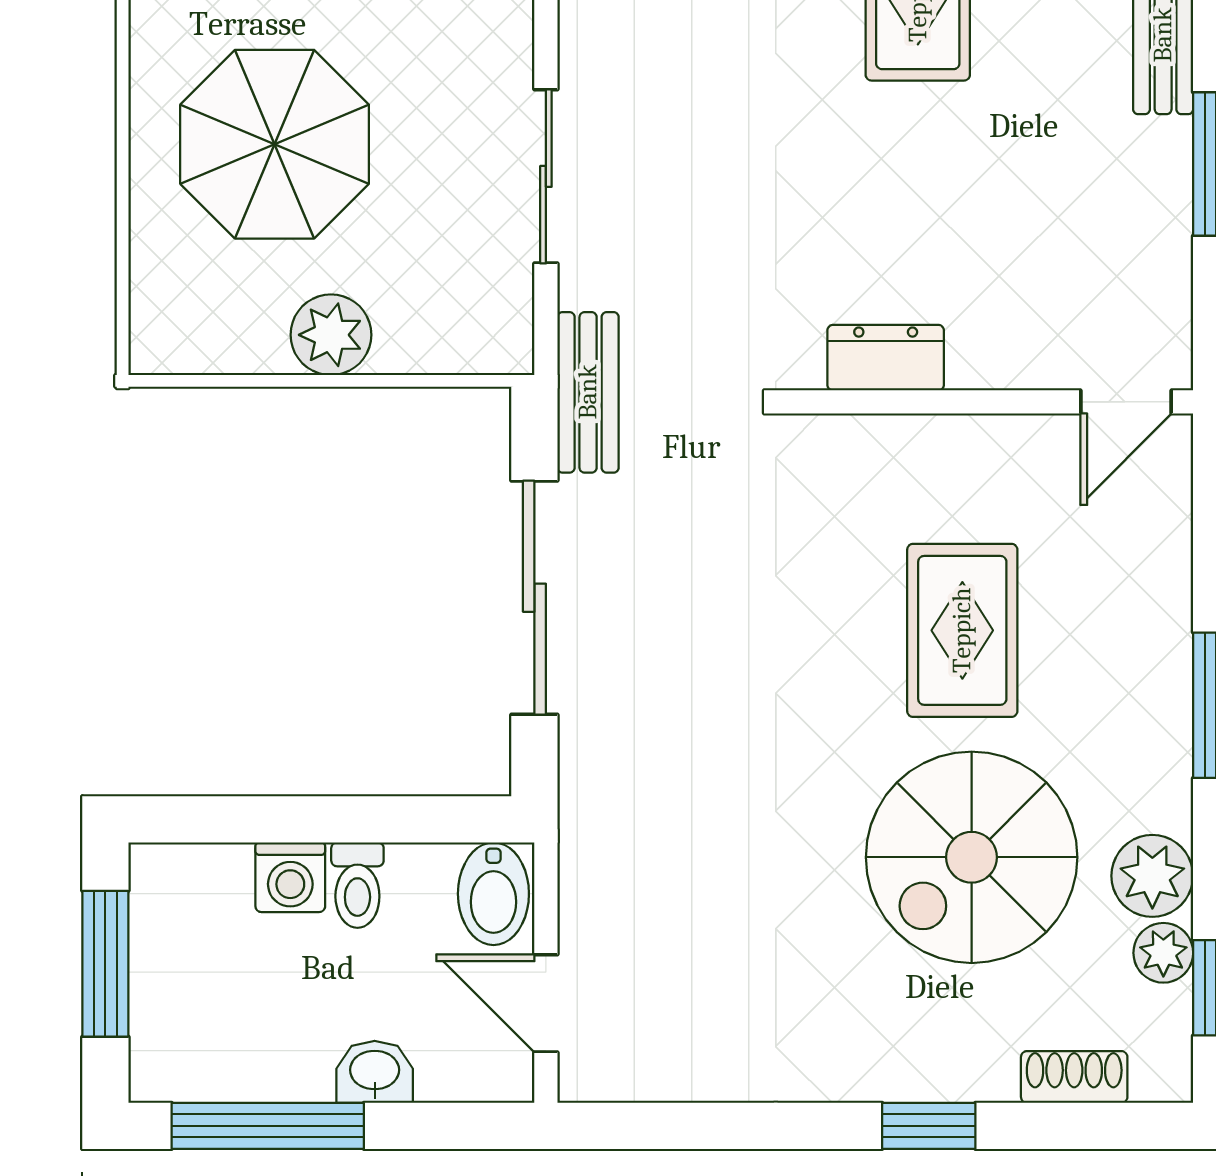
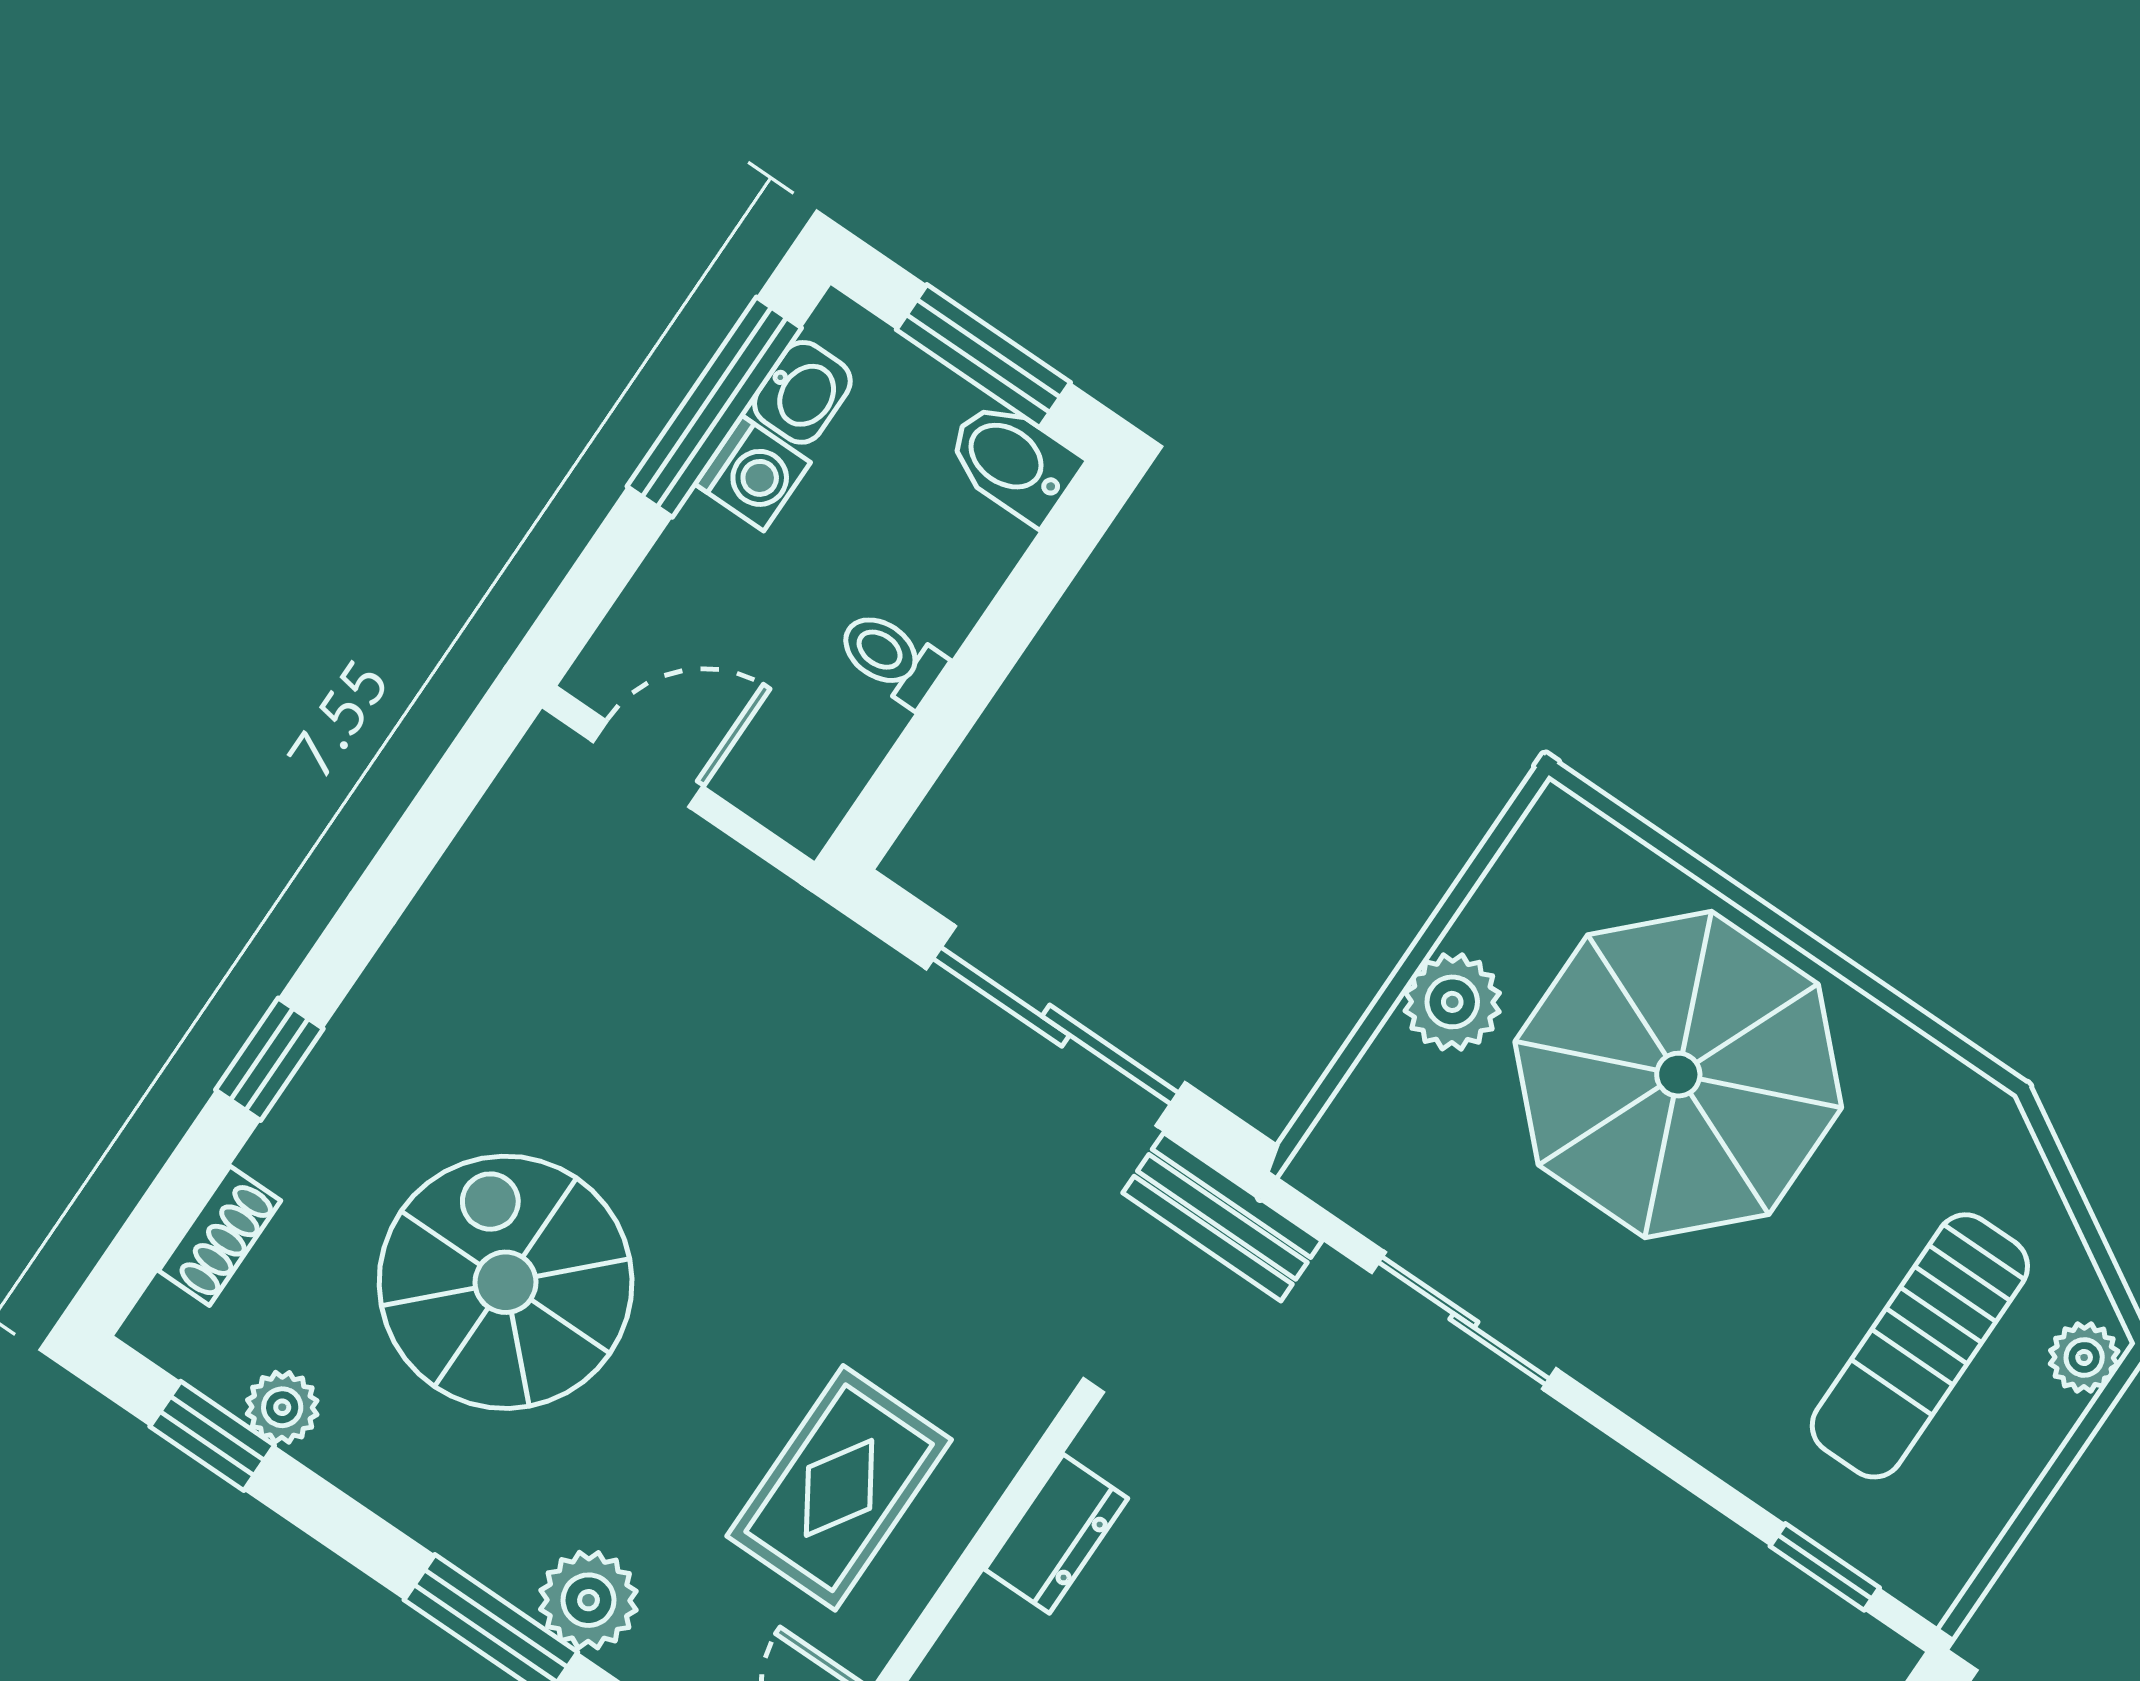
parasol: (275, 144) -> (1678, 1075), width x1.36, depth x1.36
rug: (962, 630) -> (839, 1488), moved, turned 90
plant: (1152, 876) -> (588, 1600), moved
washing machine: (290, 877) -> (753, 473), moved, turned 180
bidet: (493, 894) -> (1013, 461), moved
washbasin: (375, 1072) -> (802, 392), moved

